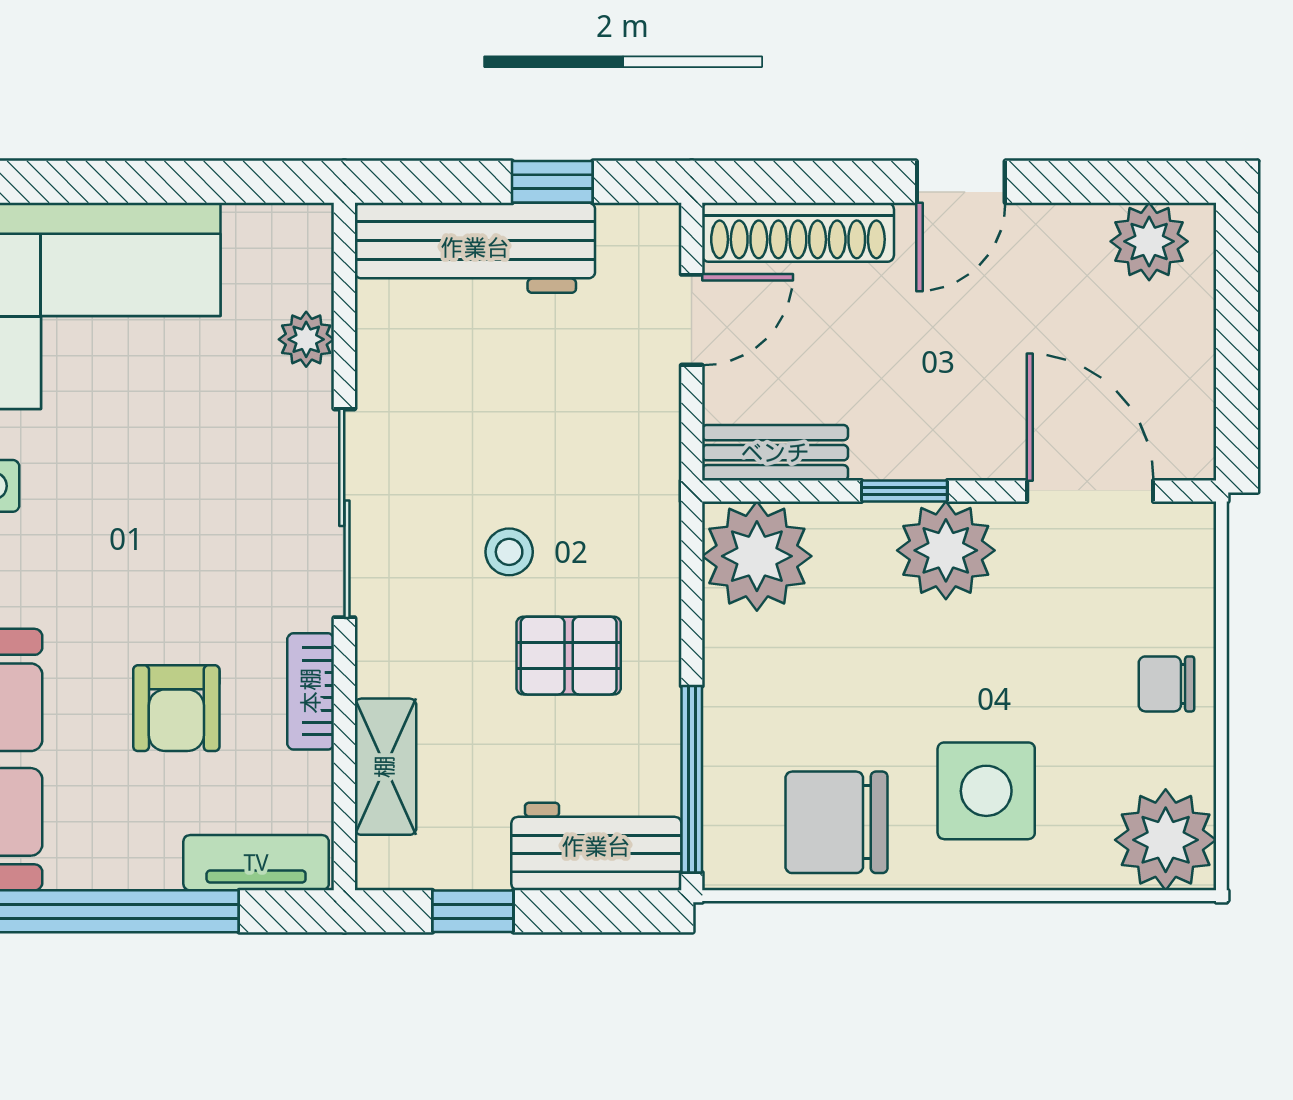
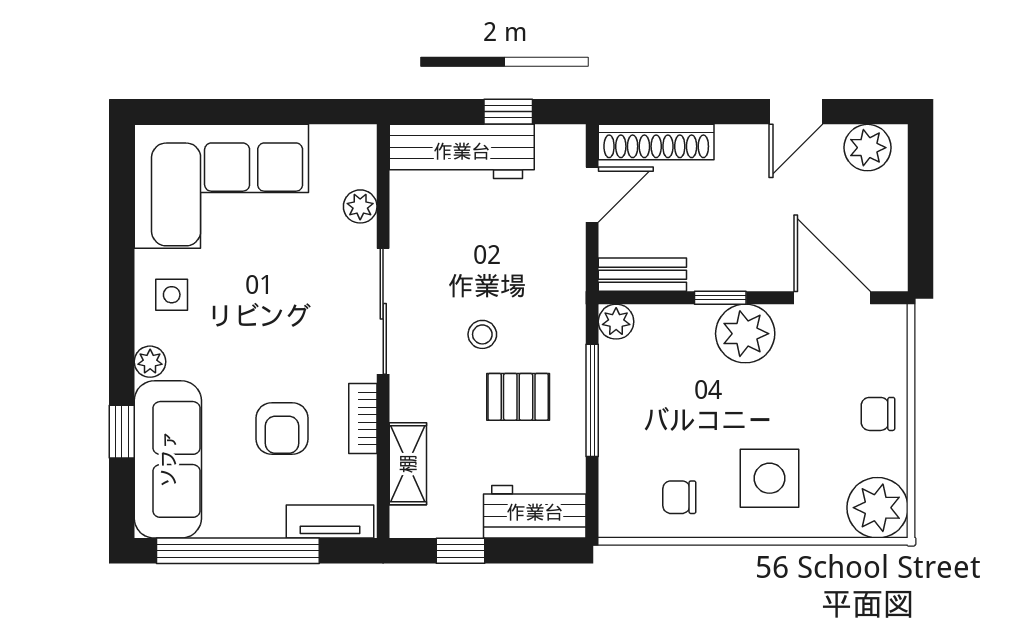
door: (961, 182) -> (796, 112), moved
plant: (757, 556) -> (616, 322), width x0.53, depth x0.53
window: (692, 779) -> (592, 400), moved
chair: (836, 822) -> (679, 497), width x0.54, depth x0.54

